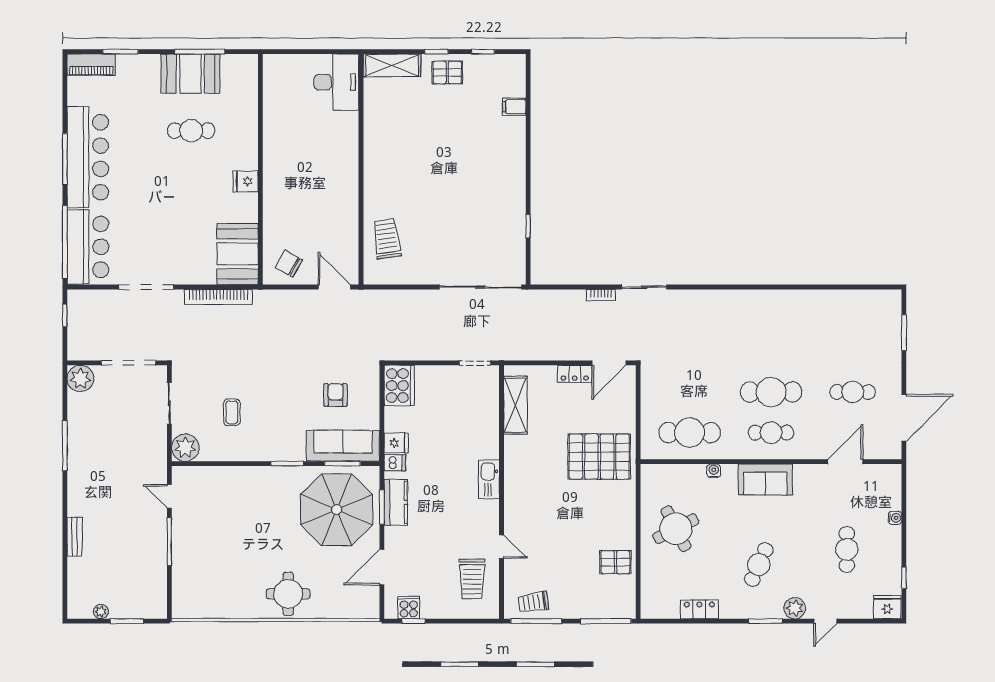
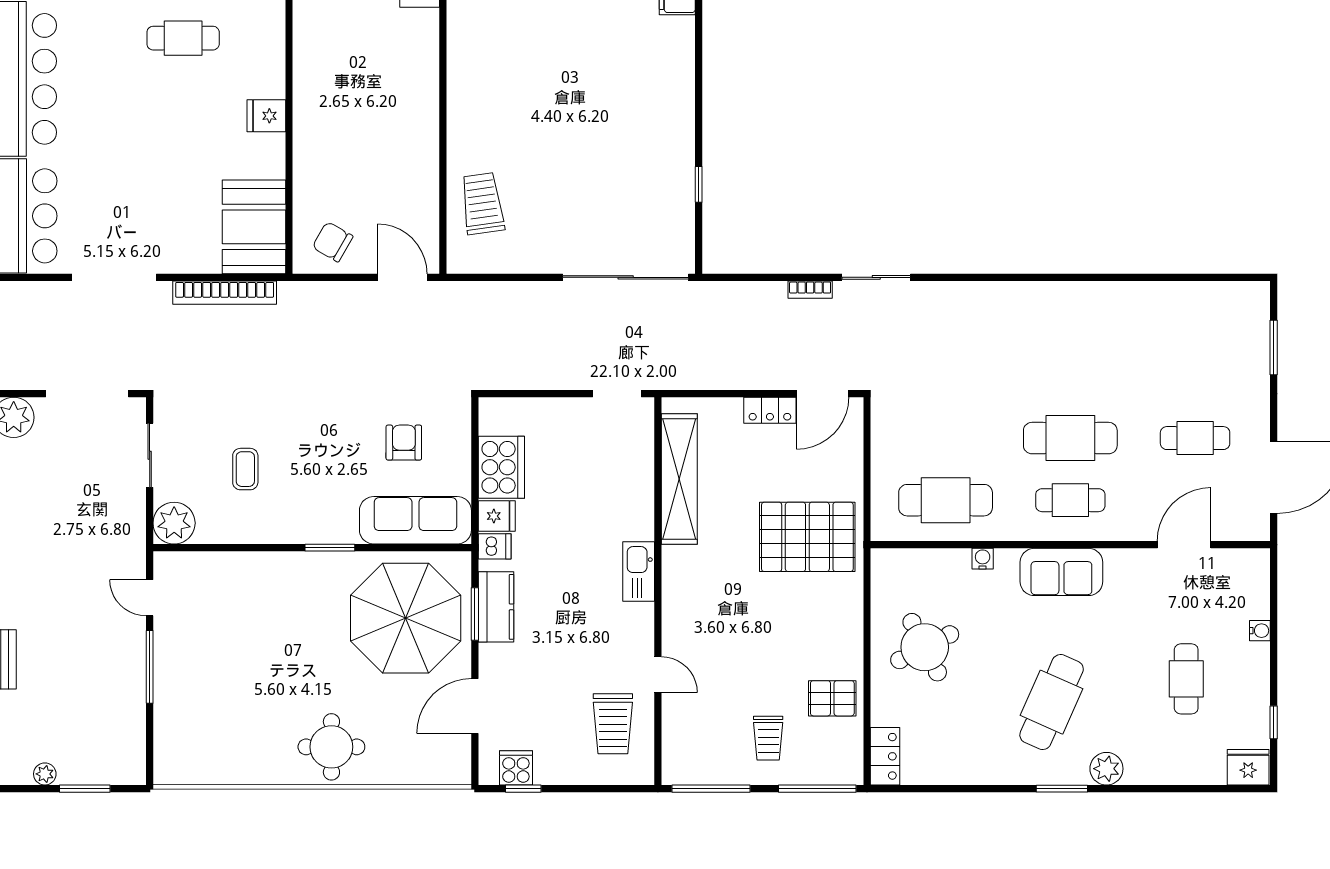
cooker: (399, 386) -> (501, 467), moved
shelving: (515, 405) -> (679, 479), width x1.47
window: (342, 464) -> (414, 548), removed
cafe table: (759, 565) -> (1052, 702), width x1.37, depth x1.35
trolley: (533, 602) -> (768, 738), moved, turned -82
locker: (699, 609) -> (885, 756), moved, turned 90
door: (825, 621) -> (1153, 789), removed

